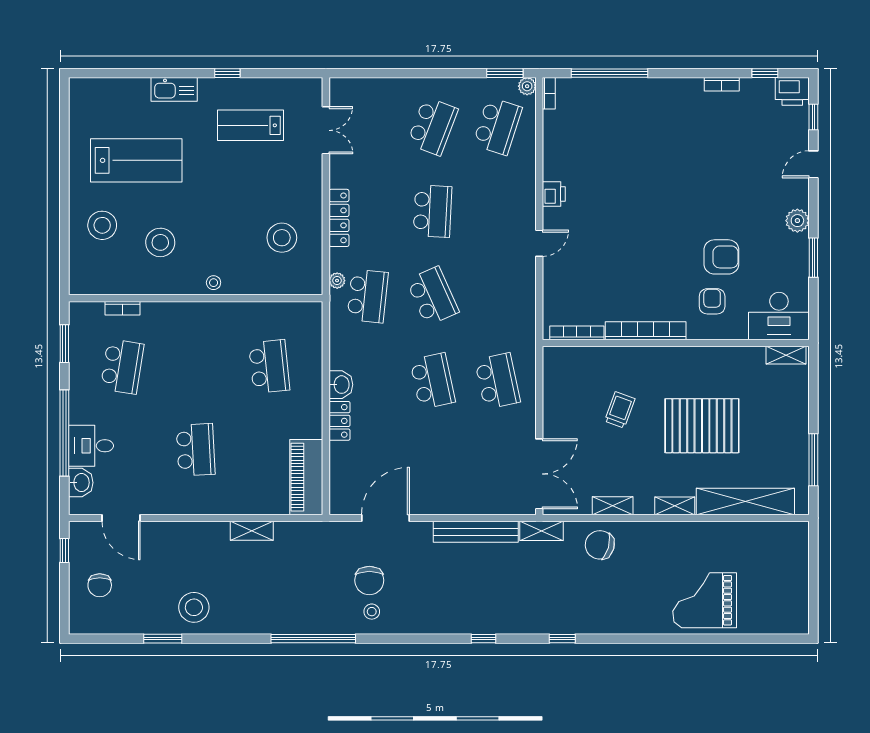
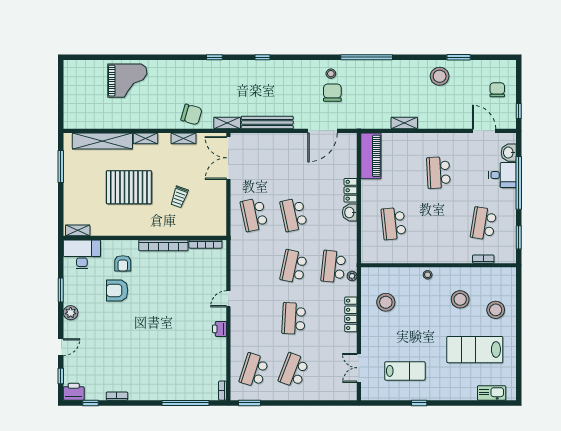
plant: (527, 86) -> (236, 395), removed
kitchen sink: (174, 89) -> (492, 393), moved
school desk: (433, 296) -> (294, 267), turned 36

